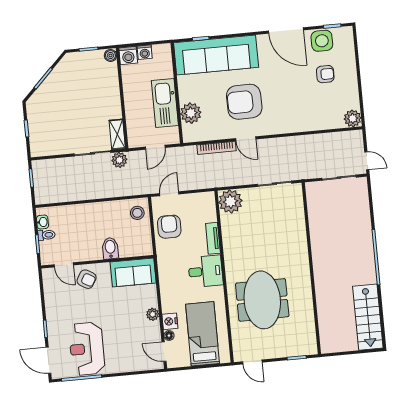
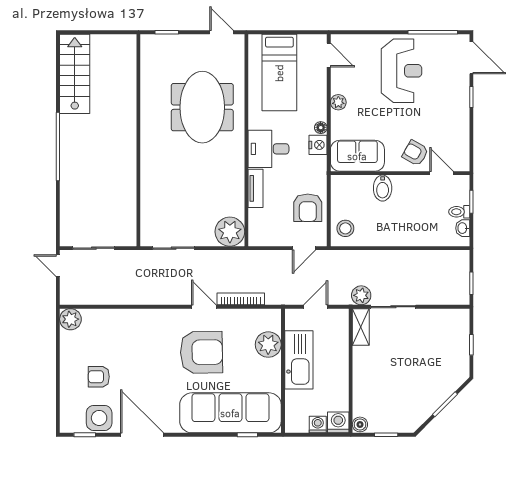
nightstand: (170, 321) -> (318, 145), moved
floor lamp: (169, 336) -> (321, 128), moved
reception desk: (87, 349) -> (402, 71), moved

